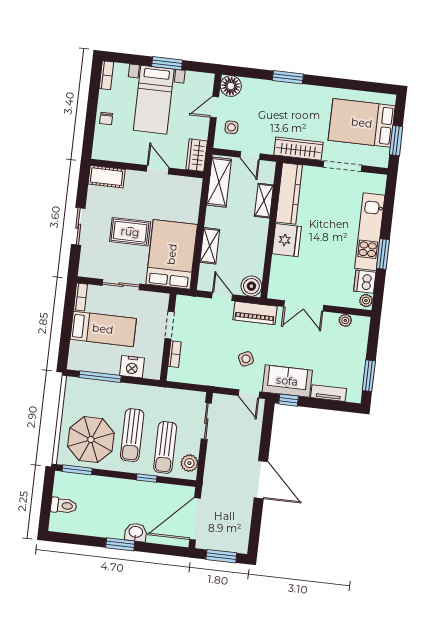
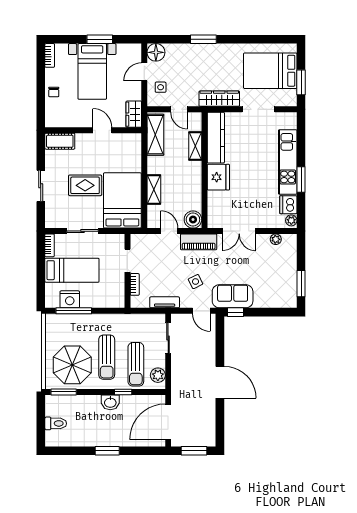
nightstand: (132, 367) -> (70, 299), moved
tv unit: (329, 393) -> (165, 302), moved
washbasin: (136, 532) -> (110, 402), moved, turned 180

